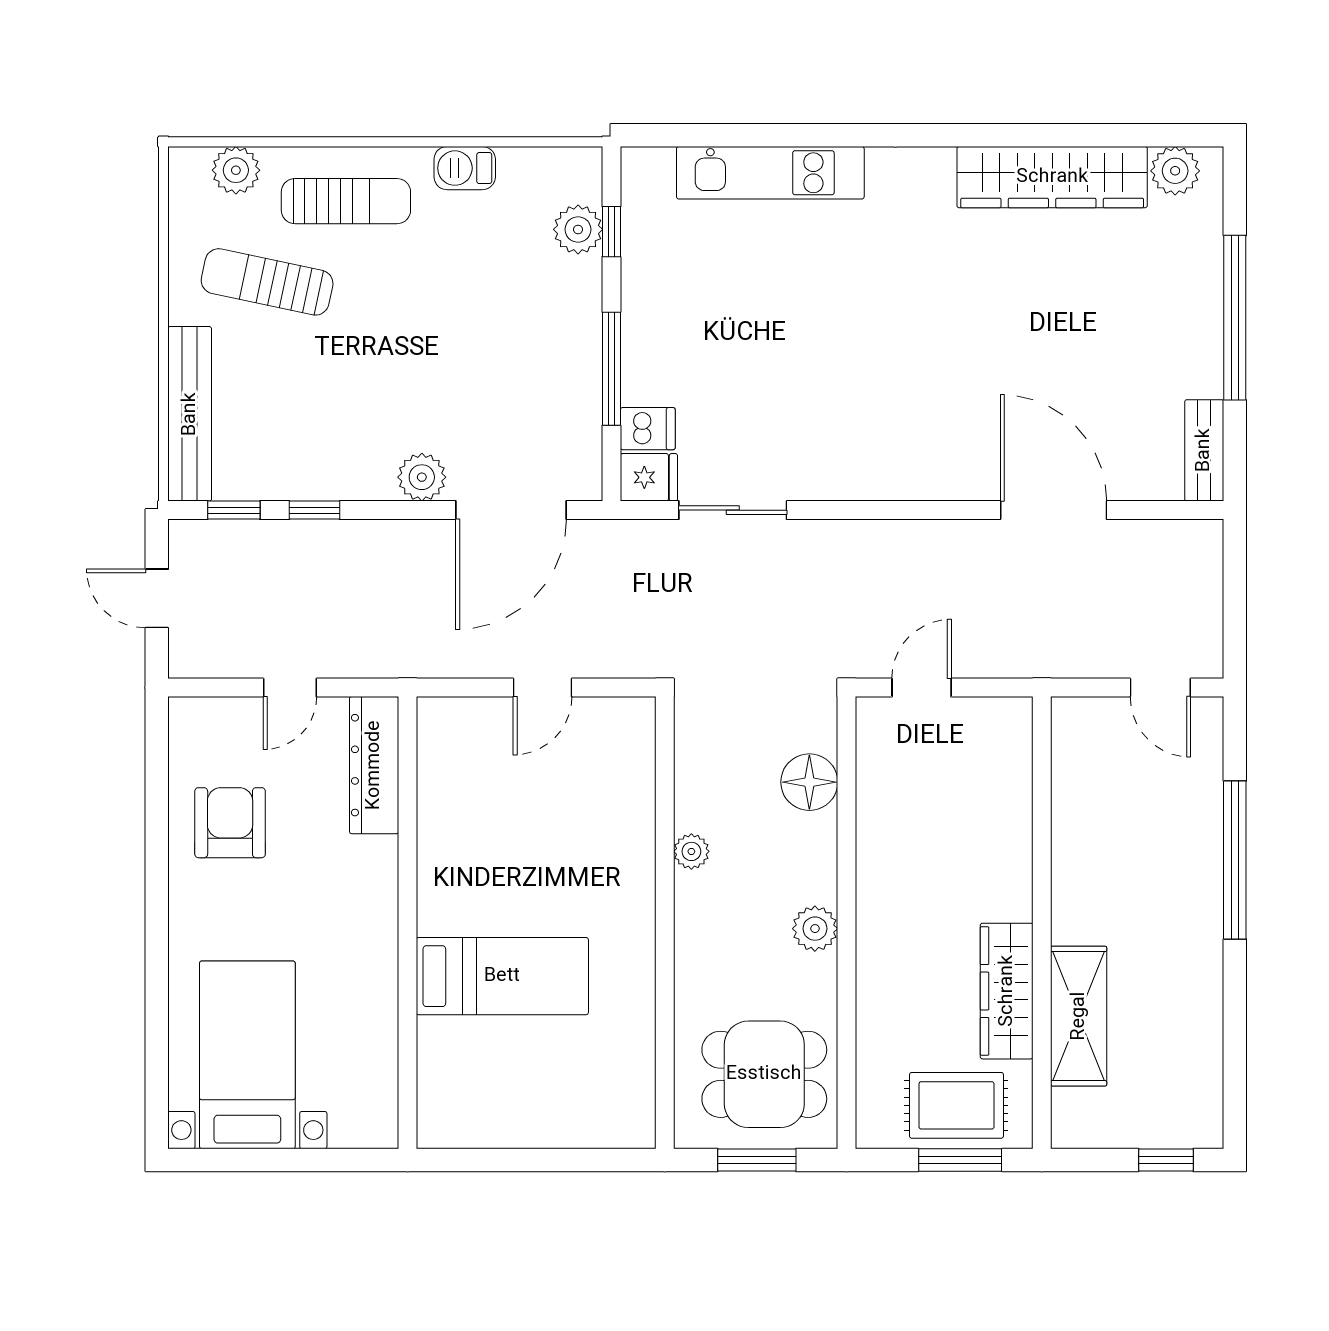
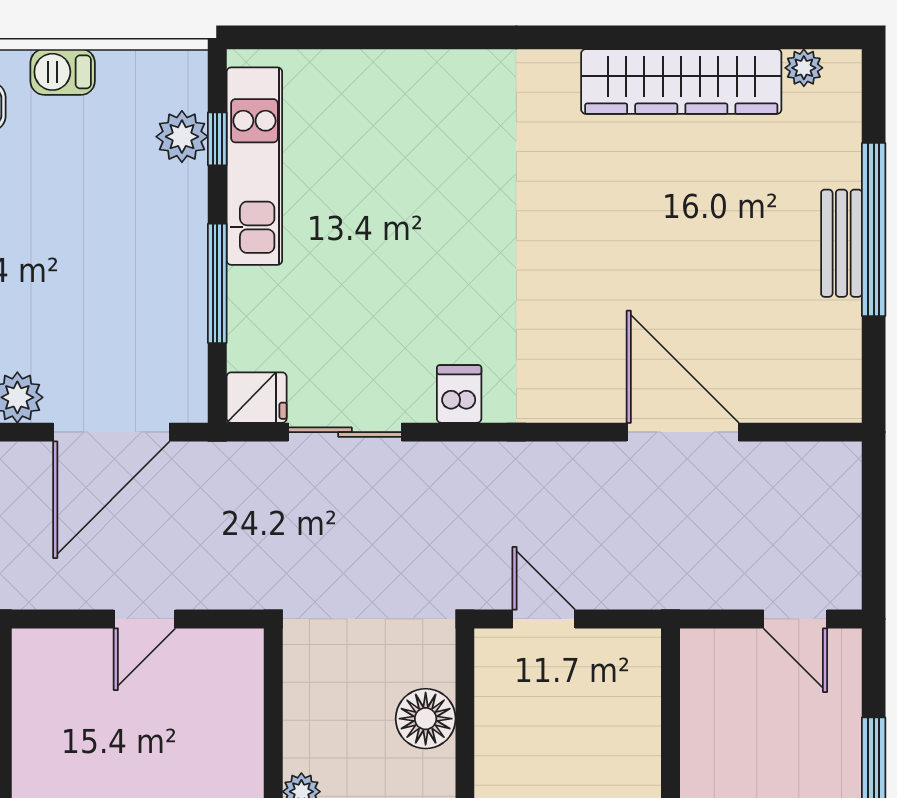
plant: (1175, 171) -> (804, 68), width x0.73, depth x0.73
kitchen unit: (770, 173) -> (254, 166), moved, turned -90
dishwasher: (648, 429) -> (459, 394), moved, turned -90
bench: (1204, 450) -> (842, 243), moved
door: (922, 688) -> (544, 619), hinge flipped

